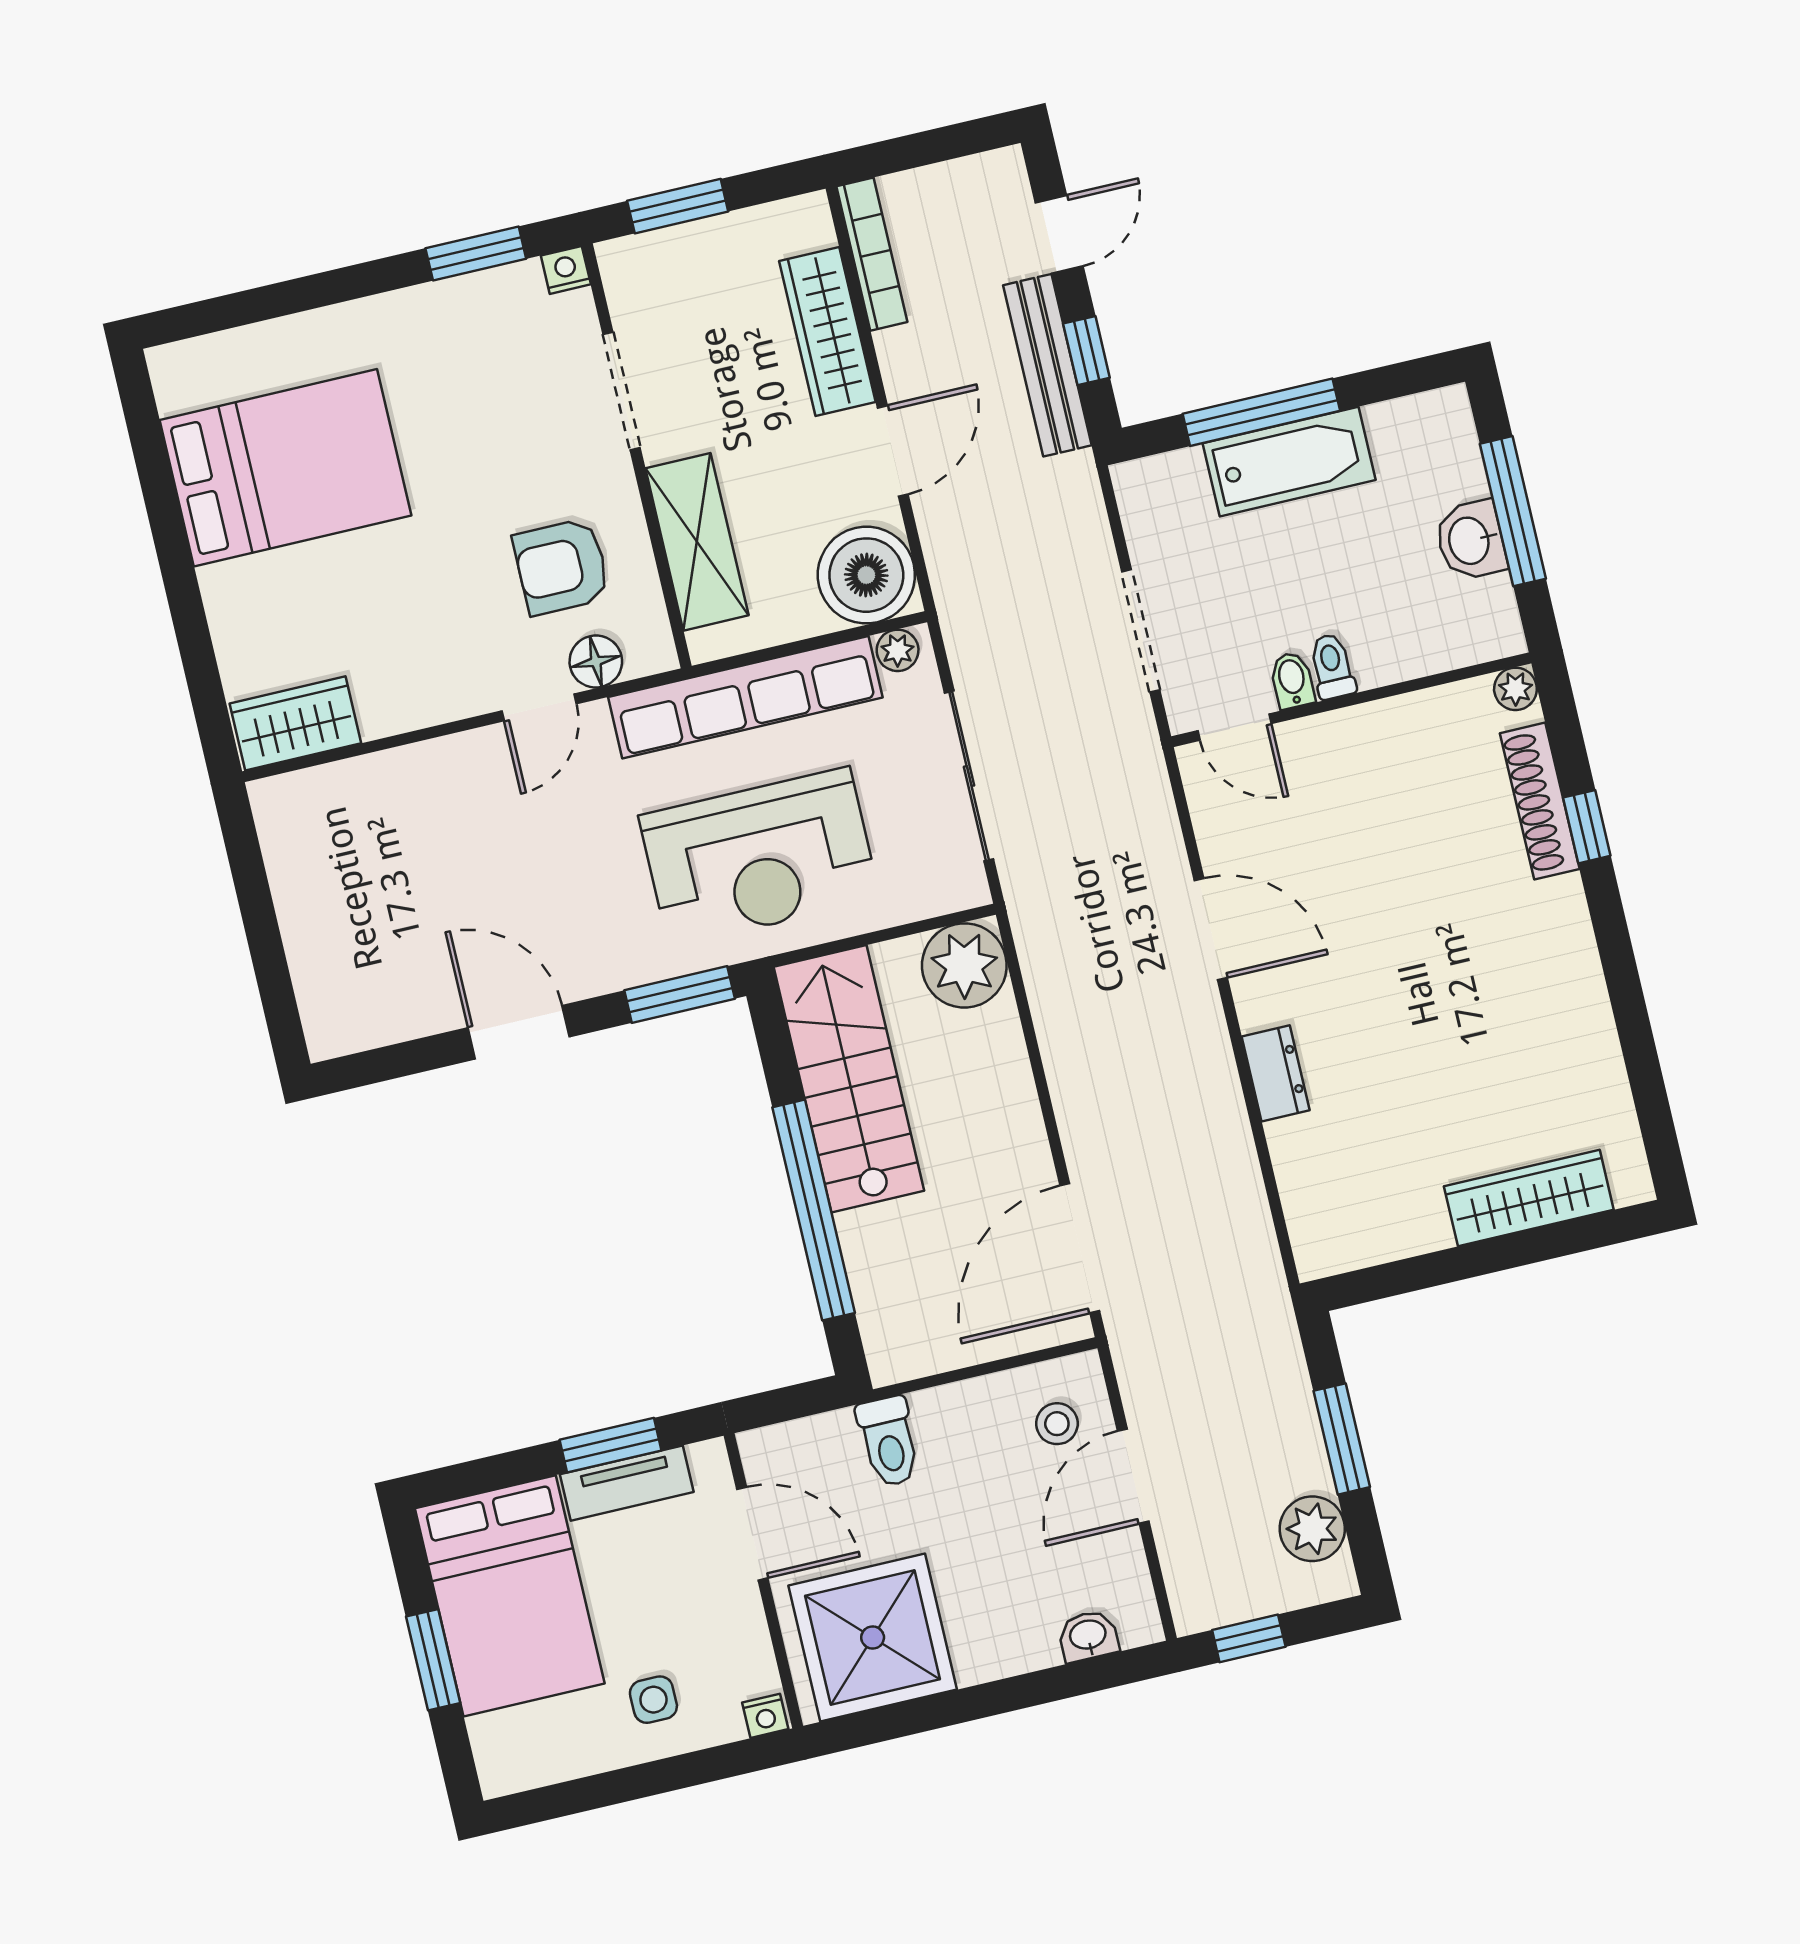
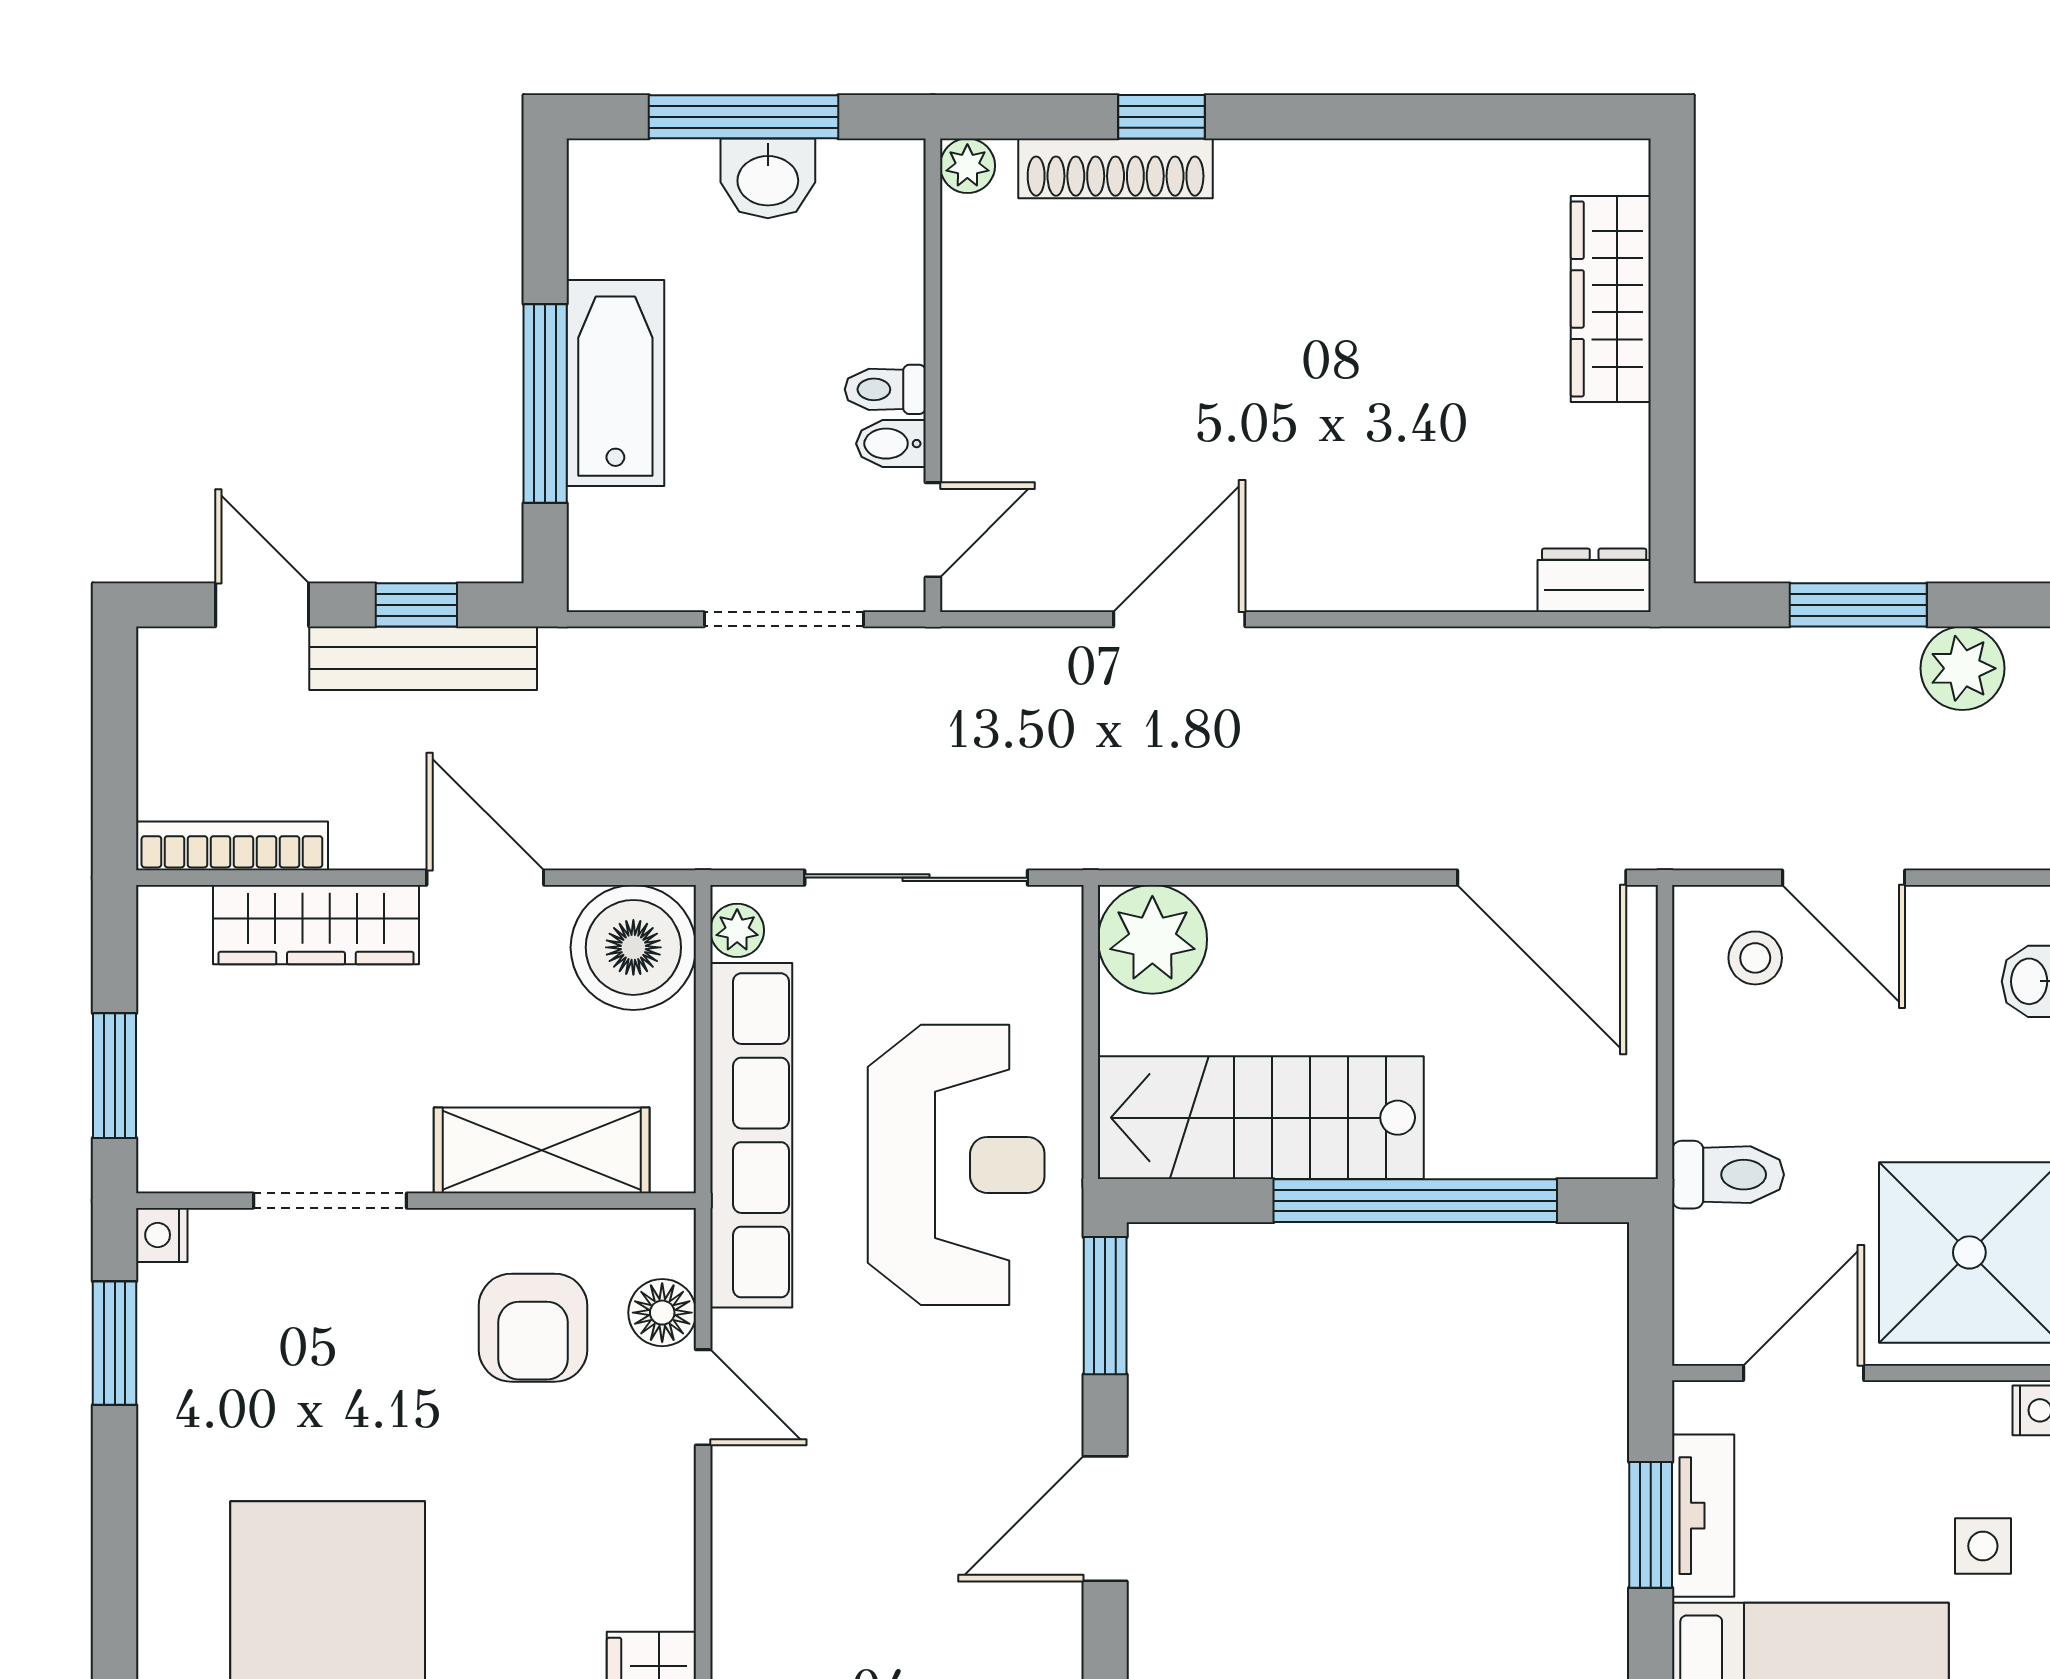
dresser: (1276, 1073) -> (1594, 580), moved

